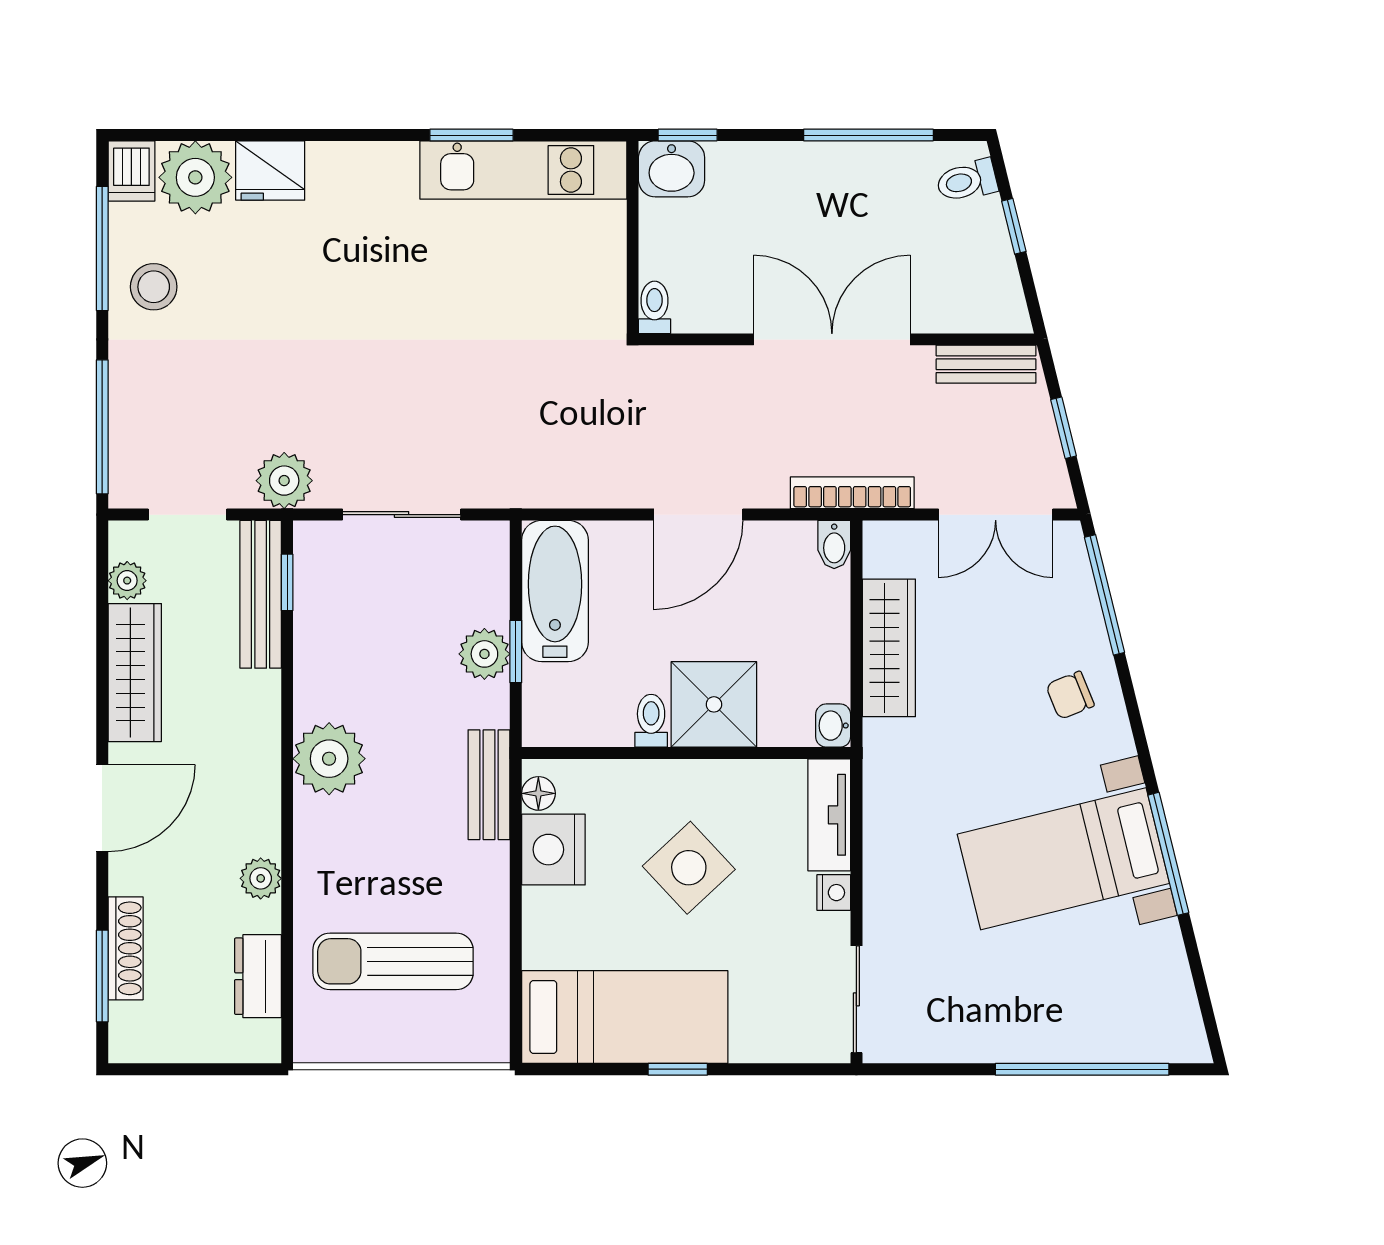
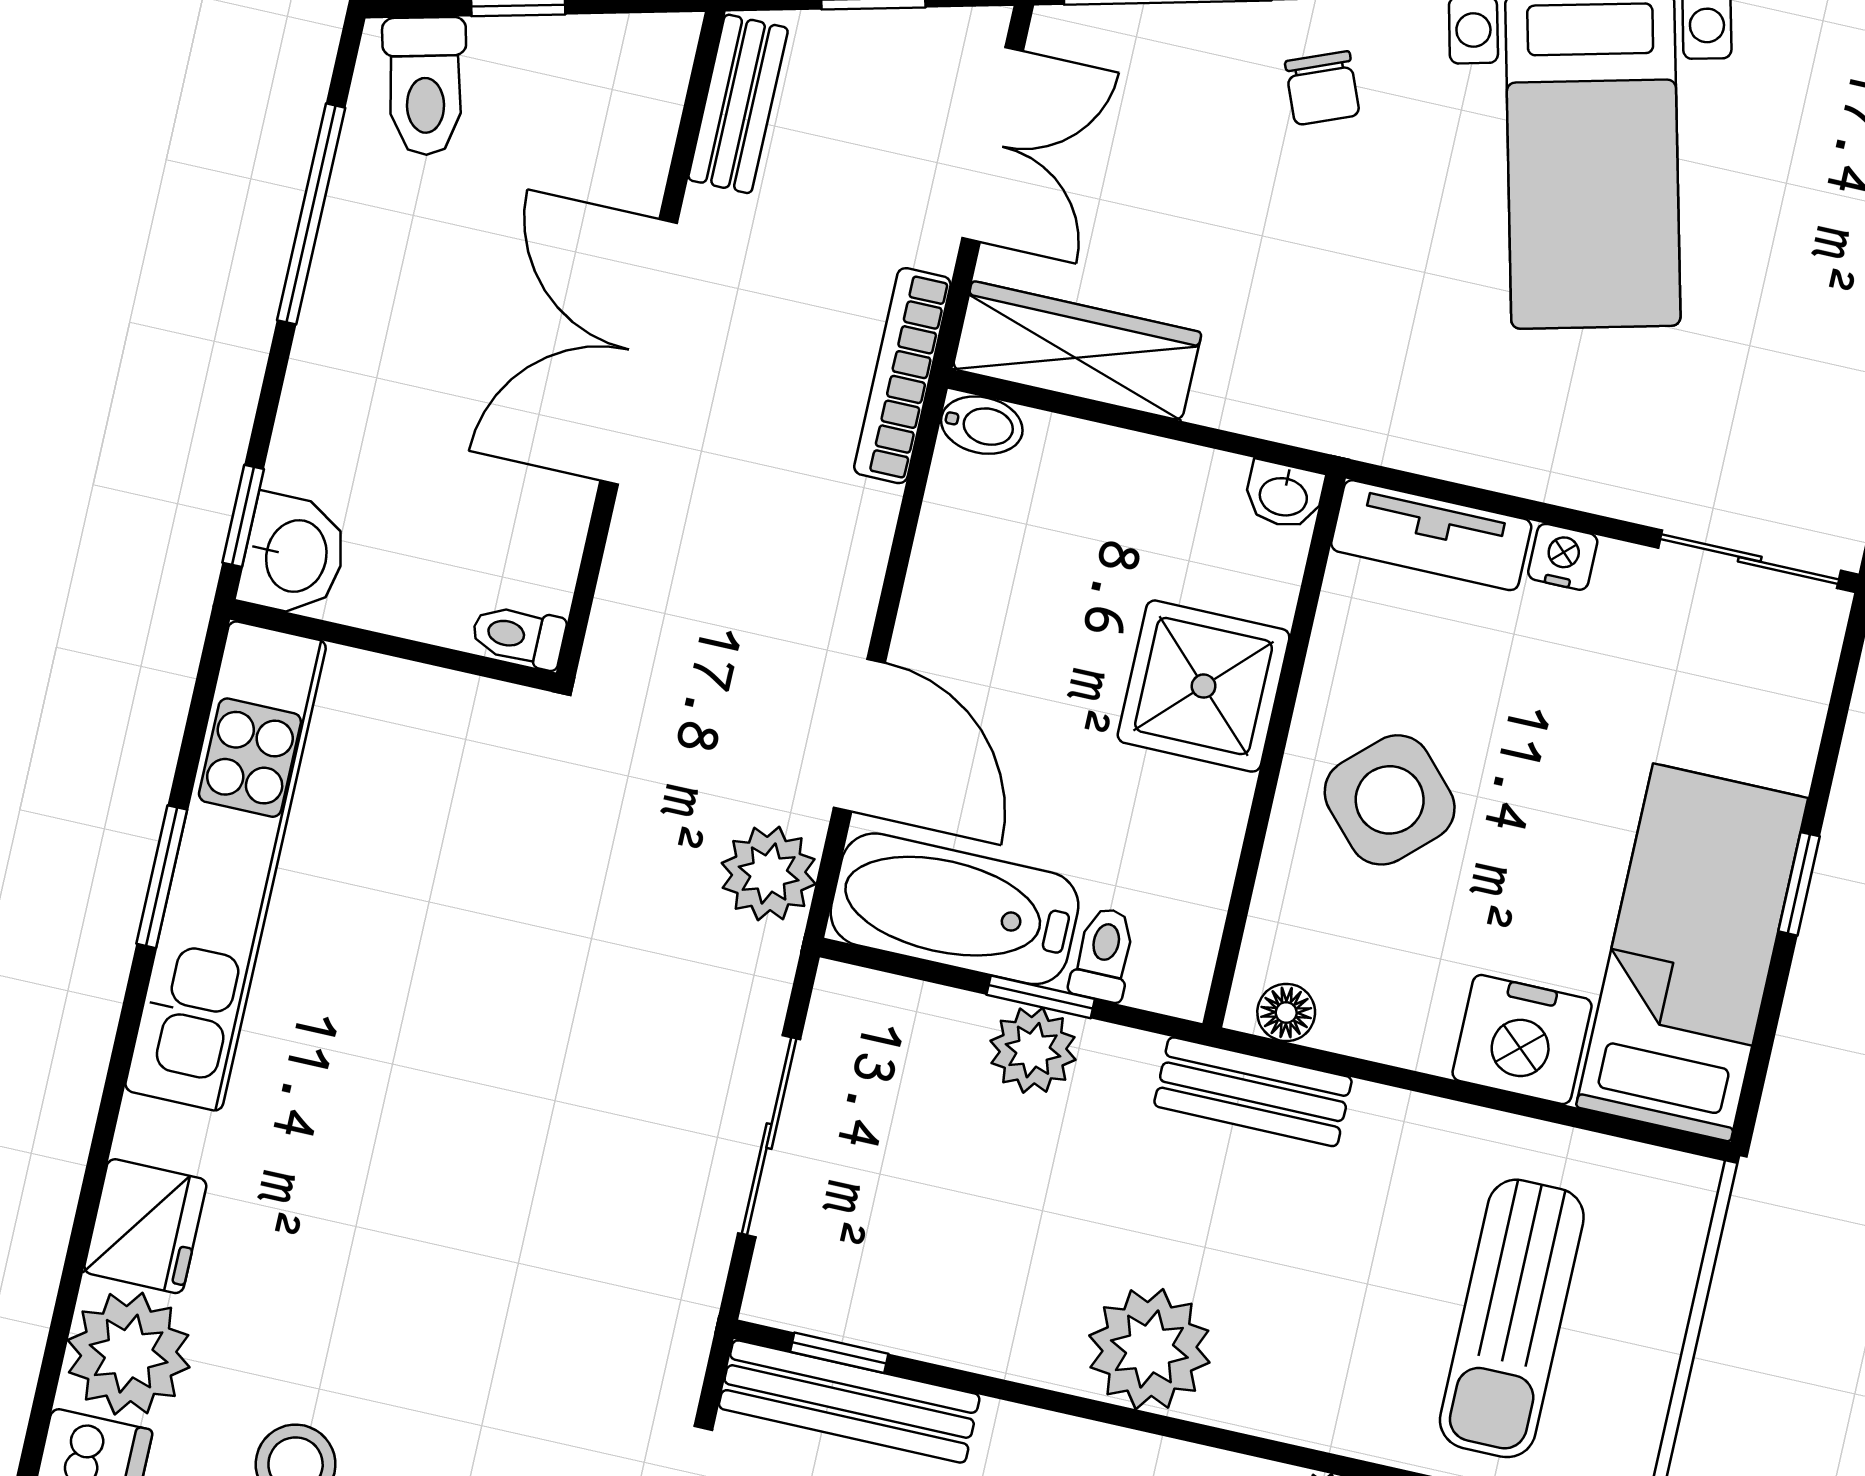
kitchen unit: (523, 170) -> (226, 866), width x1.36
toilet: (967, 181) -> (425, 86), width x1.37, depth x1.39
plant: (284, 481) -> (769, 873), moved
door: (698, 515) -> (859, 735), moved
wardrobe: (889, 648) -> (1077, 351), moved
toilet: (651, 721) -> (1103, 954), moved, turned 90
nightstand: (553, 850) -> (1522, 1039), moved
side table: (689, 868) -> (1390, 800), moved

